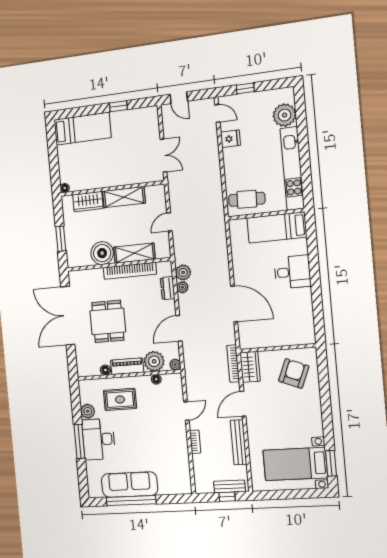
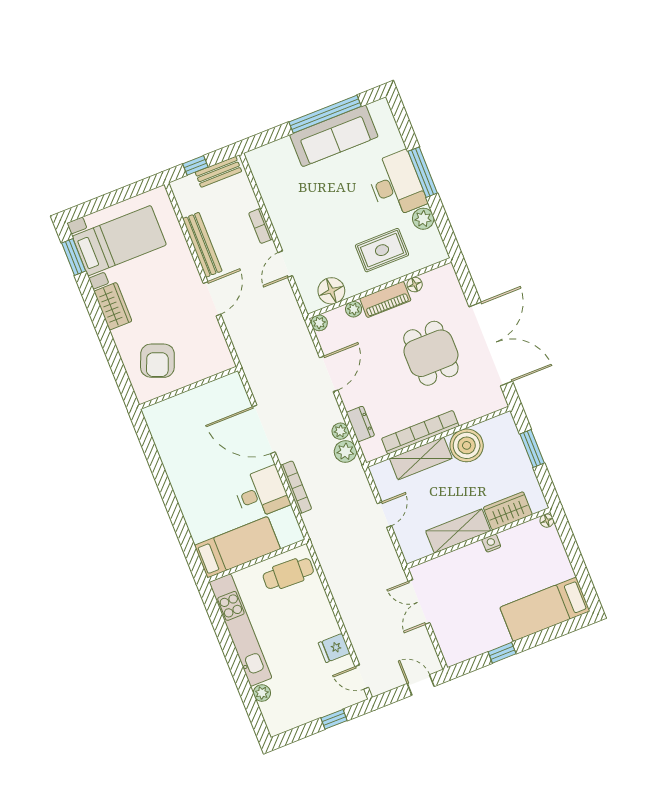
plant: (285, 115) -> (262, 693), width x0.53, depth x0.53
nightstand: (105, 183) -> (491, 543), added
desk: (292, 272) -> (261, 493), moved, turned 180
plant: (154, 361) -> (354, 309), width x0.53, depth x0.53
bookcase: (233, 364) -> (296, 487), moved
wardrobe: (250, 367) -> (113, 306), moved, turned 180
floor lamp: (156, 379) -> (331, 291), width x1.89, depth x1.89
bench: (230, 486) -> (218, 172), moved

